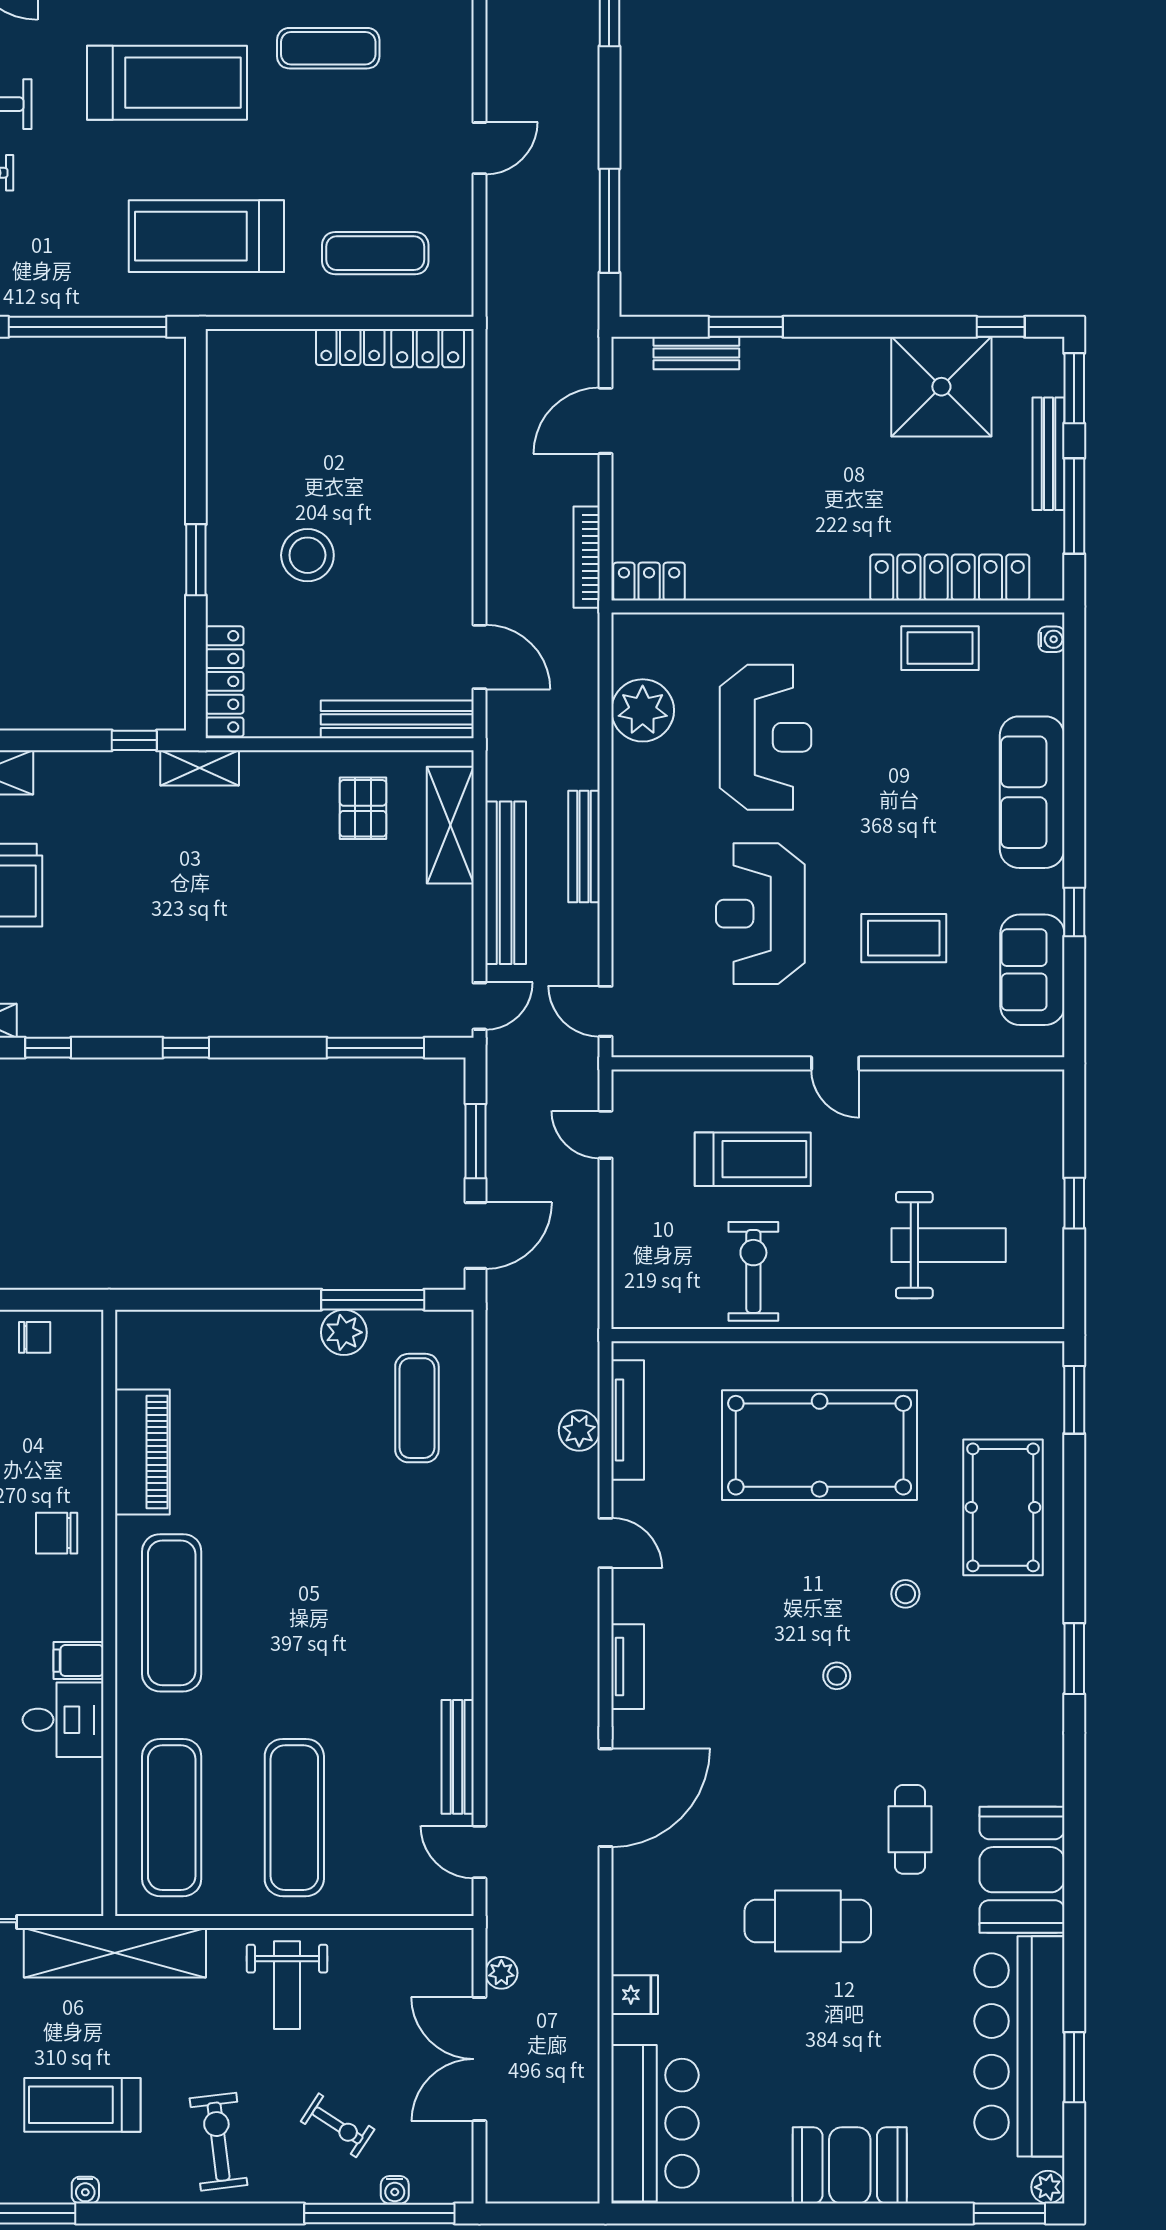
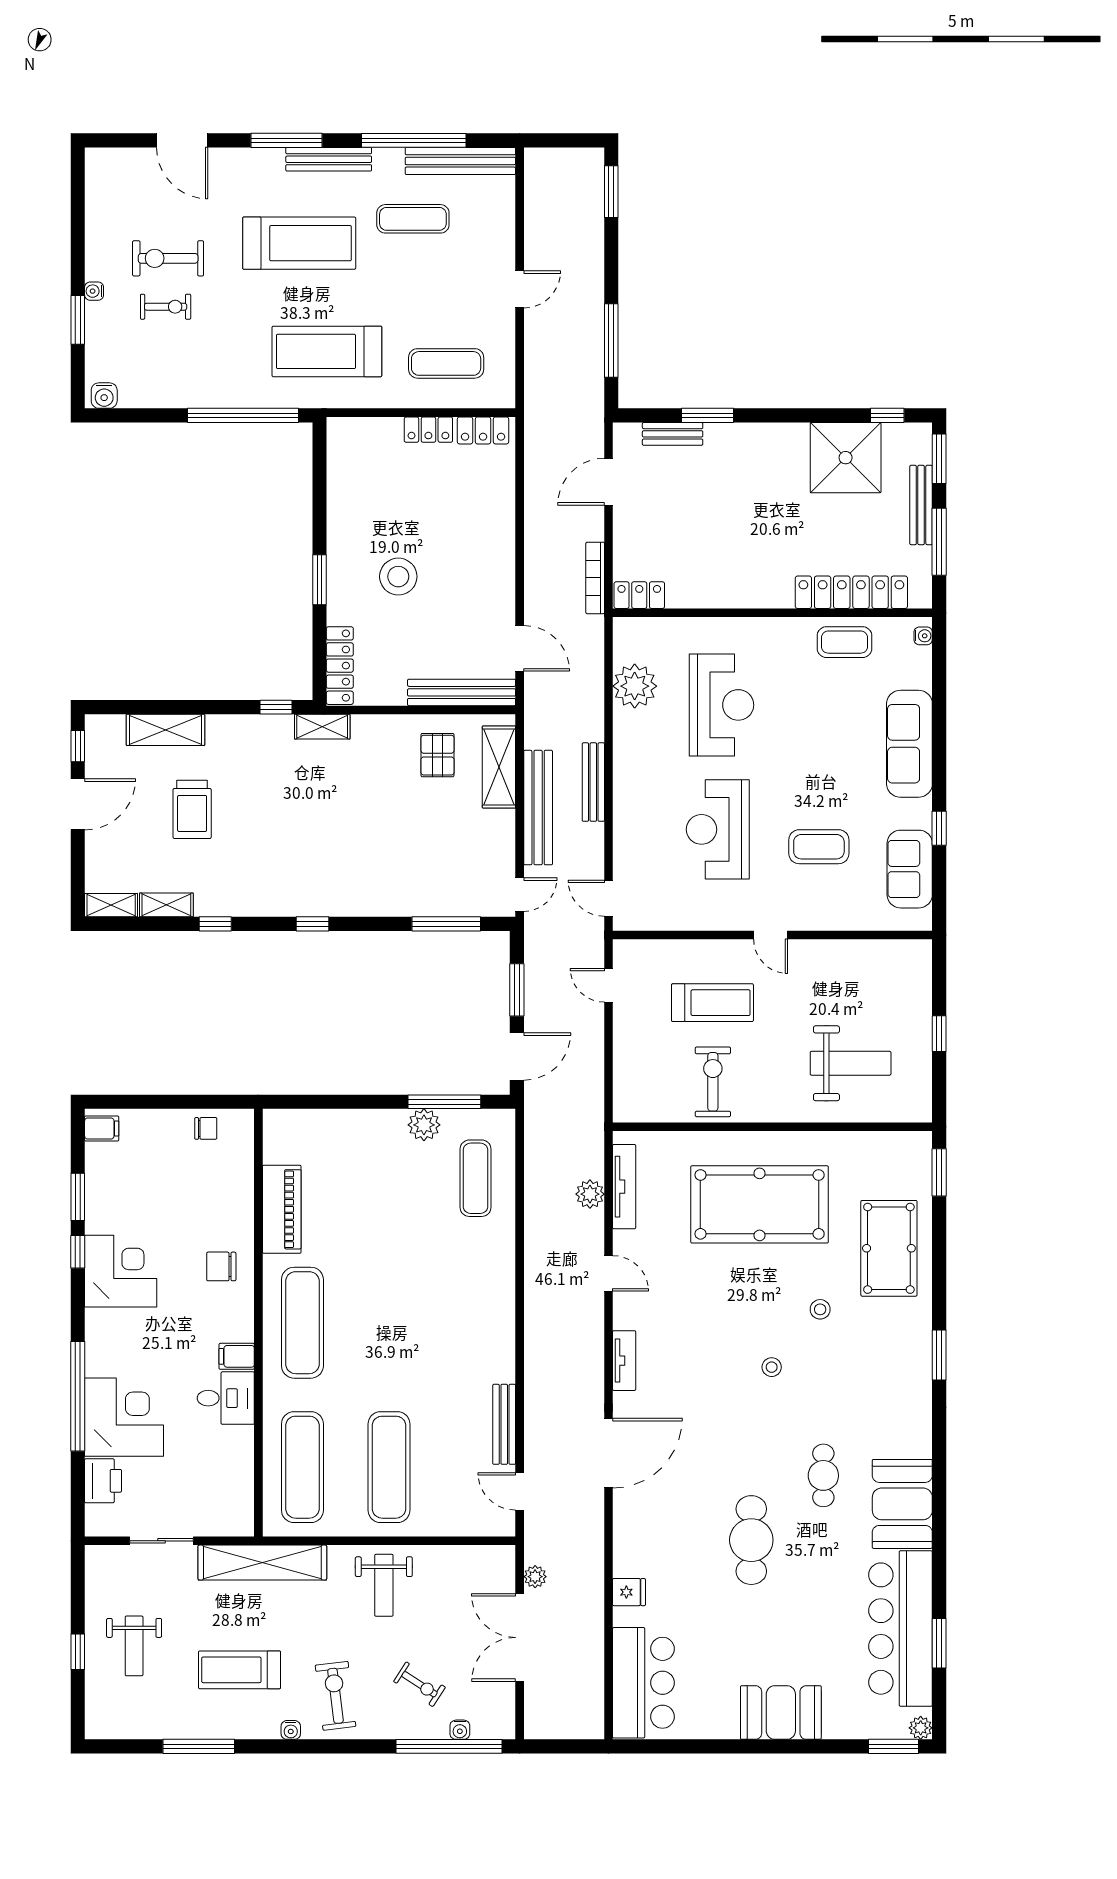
cafe table: (808, 1921) -> (751, 1540), turned 90
water cooler: (85, 2190) -> (291, 1730), moved

